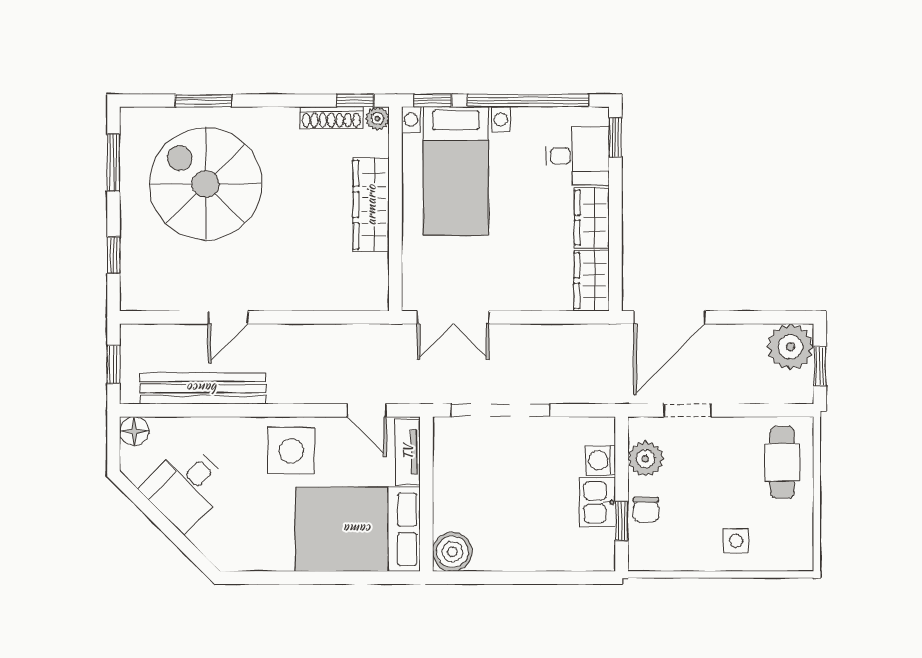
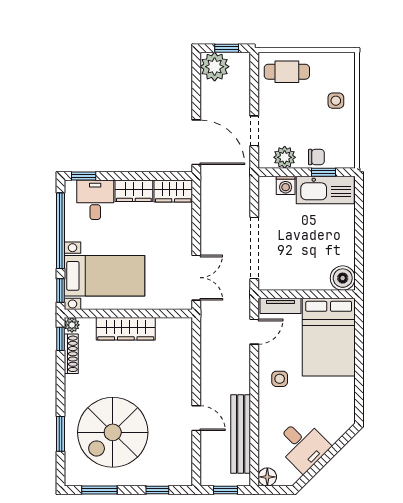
side table: (291, 451) -> (280, 379), width x0.54, depth x0.54
kitchen sink: (598, 502) -> (325, 190), width x1.88, depth x1.24

